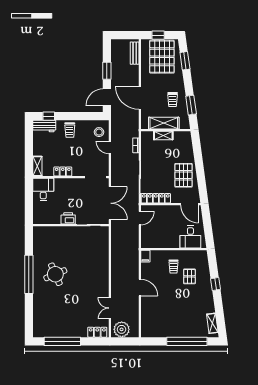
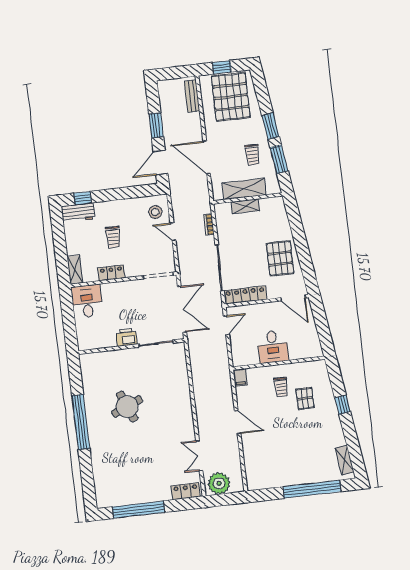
window: (185, 61) -> (271, 126), moved
trolley: (70, 130) -> (113, 237), moved
desk: (190, 237) -> (273, 347), moved
round table: (55, 274) -> (127, 406), moved

